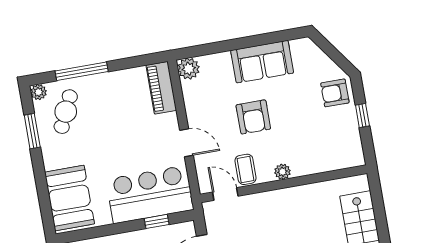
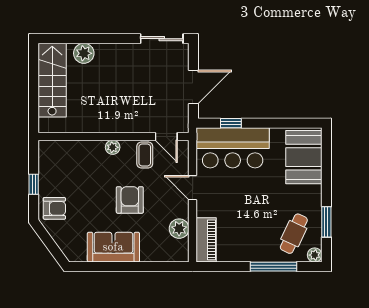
plant: (189, 69) -> (179, 229), moved

